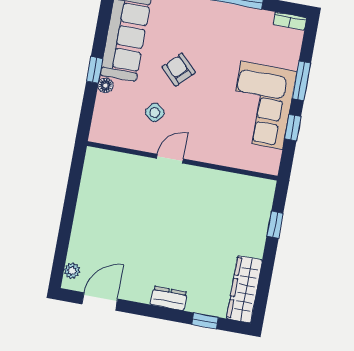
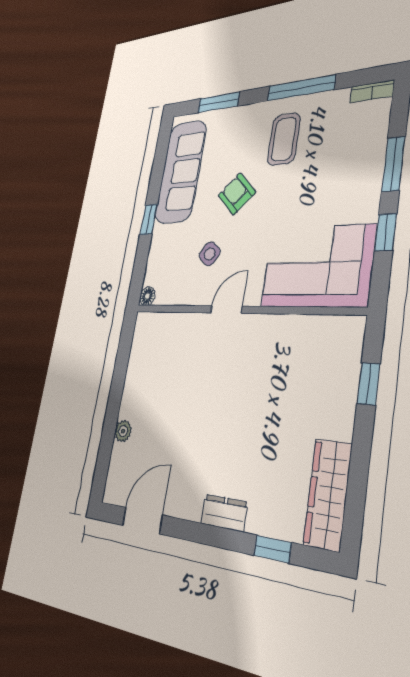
coffee table: (220, 36) -> (284, 139), added
floor lamp: (105, 85) -> (147, 296), moved
corner sofa: (262, 105) -> (317, 266), moved, turned 90
plant: (72, 271) -> (123, 431), moved

